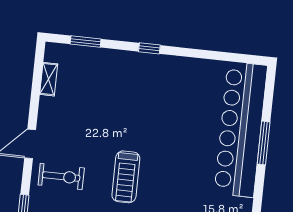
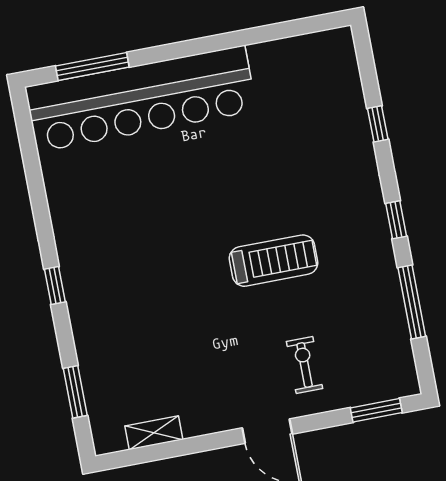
window: (264, 143) -> (92, 66), moved
exercise bike: (61, 176) -> (305, 365), width x0.73, depth x0.72

